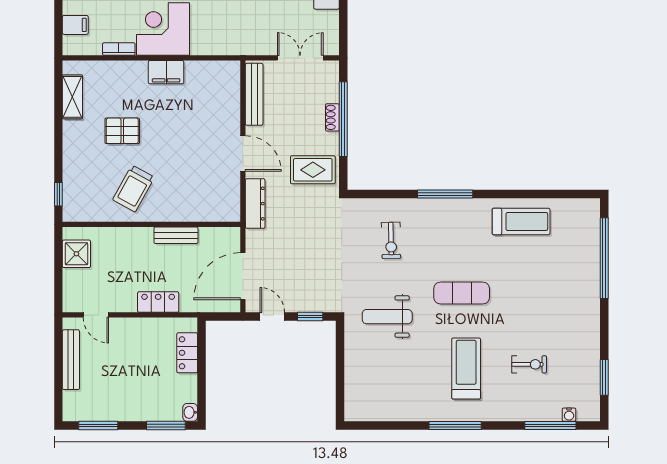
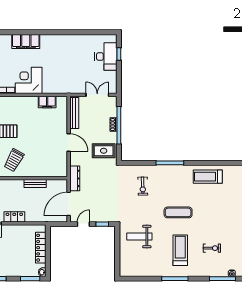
filing cabinet: (166, 72) -> (47, 102), moved
dresser: (255, 204) -> (75, 178), moved
treadmill: (521, 221) -> (208, 177), turned 180
locker: (158, 302) -> (14, 217), moved
door: (272, 316) -> (83, 224), hinge flipped
weight bench: (387, 317) -> (139, 237), moved
locker: (187, 353) -> (41, 248), width x1.53

